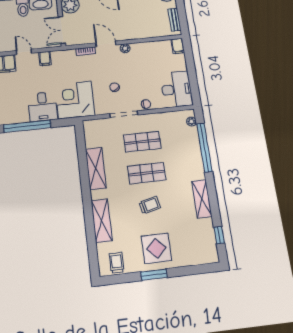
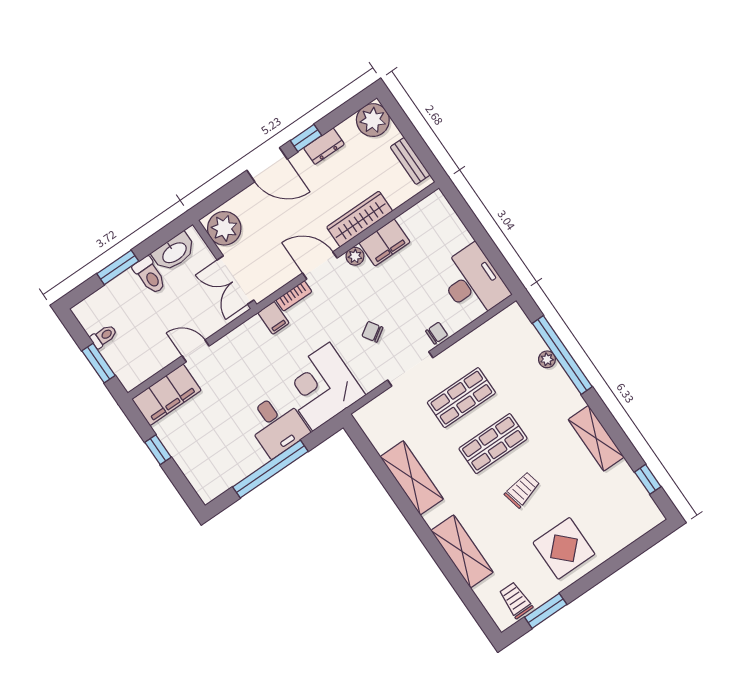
wardrobe: (136, 33) -> (360, 219), added
filing cabinet: (178, 46) -> (385, 242), moved, width x2.00
filing cabinet: (45, 59) -> (273, 318), moved
plant: (191, 121) -> (547, 359), moved
window: (154, 275) -> (546, 611), moved

